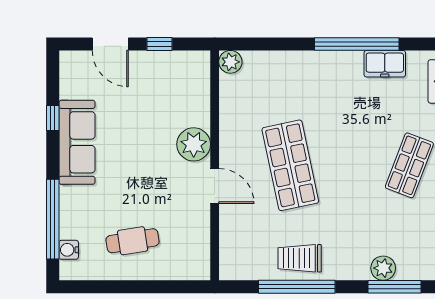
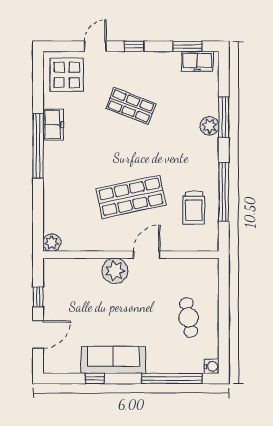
water cooler: (69, 250) -> (211, 366), moved, turned -90
trolley: (300, 258) -> (194, 208), moved

